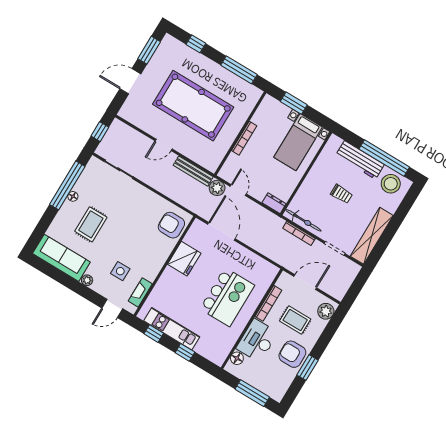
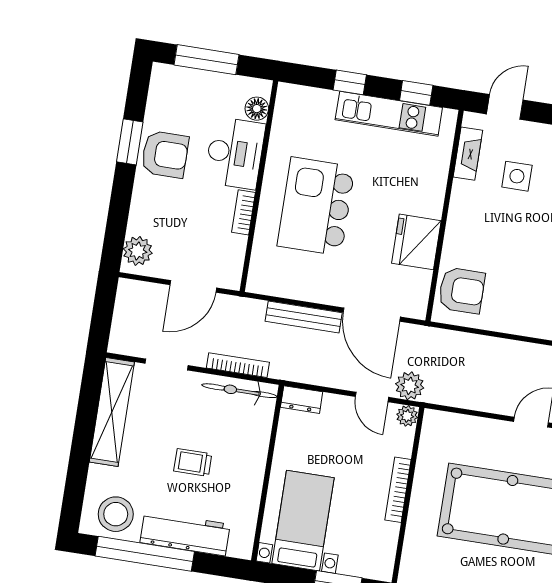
bench: (193, 171) -> (304, 317), moved
plant: (224, 173) -> (407, 416), added
bookcase: (268, 303) -> (243, 212), width x0.64
rug: (295, 320) -> (184, 215), removed

